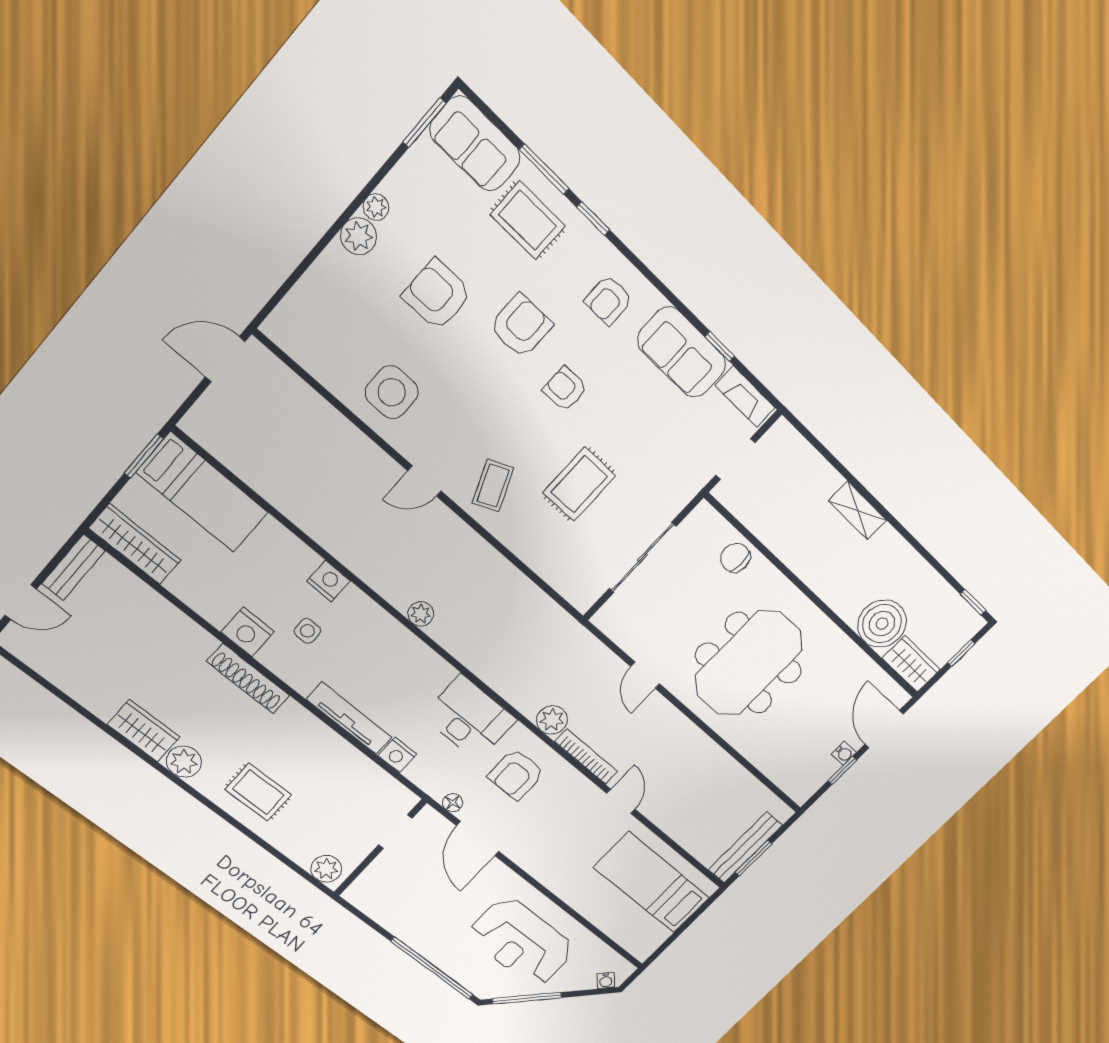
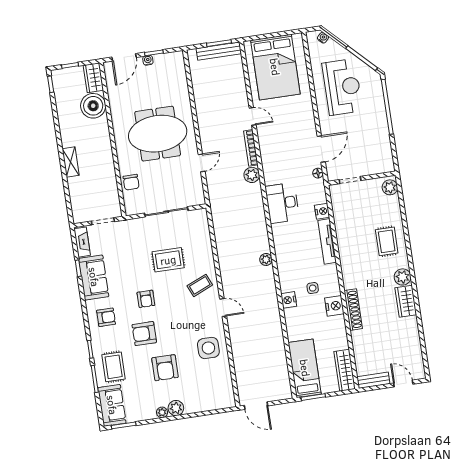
shoe rack: (248, 679) -> (353, 310), moved
armchair: (516, 774) -> (284, 164), removed
door: (621, 801) -> (253, 116), swing flipped
bed: (652, 883) -> (275, 67), width x1.50

